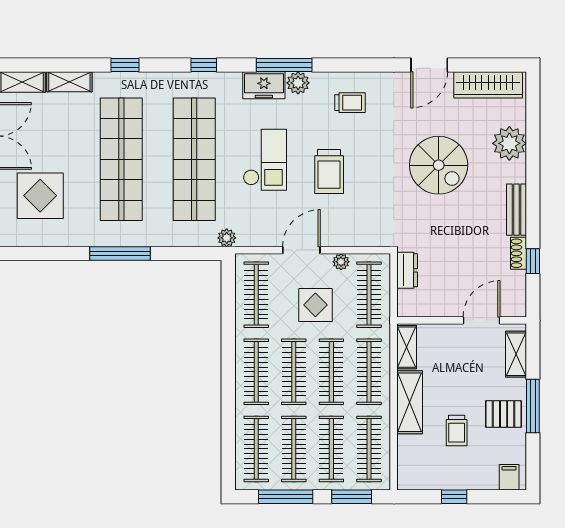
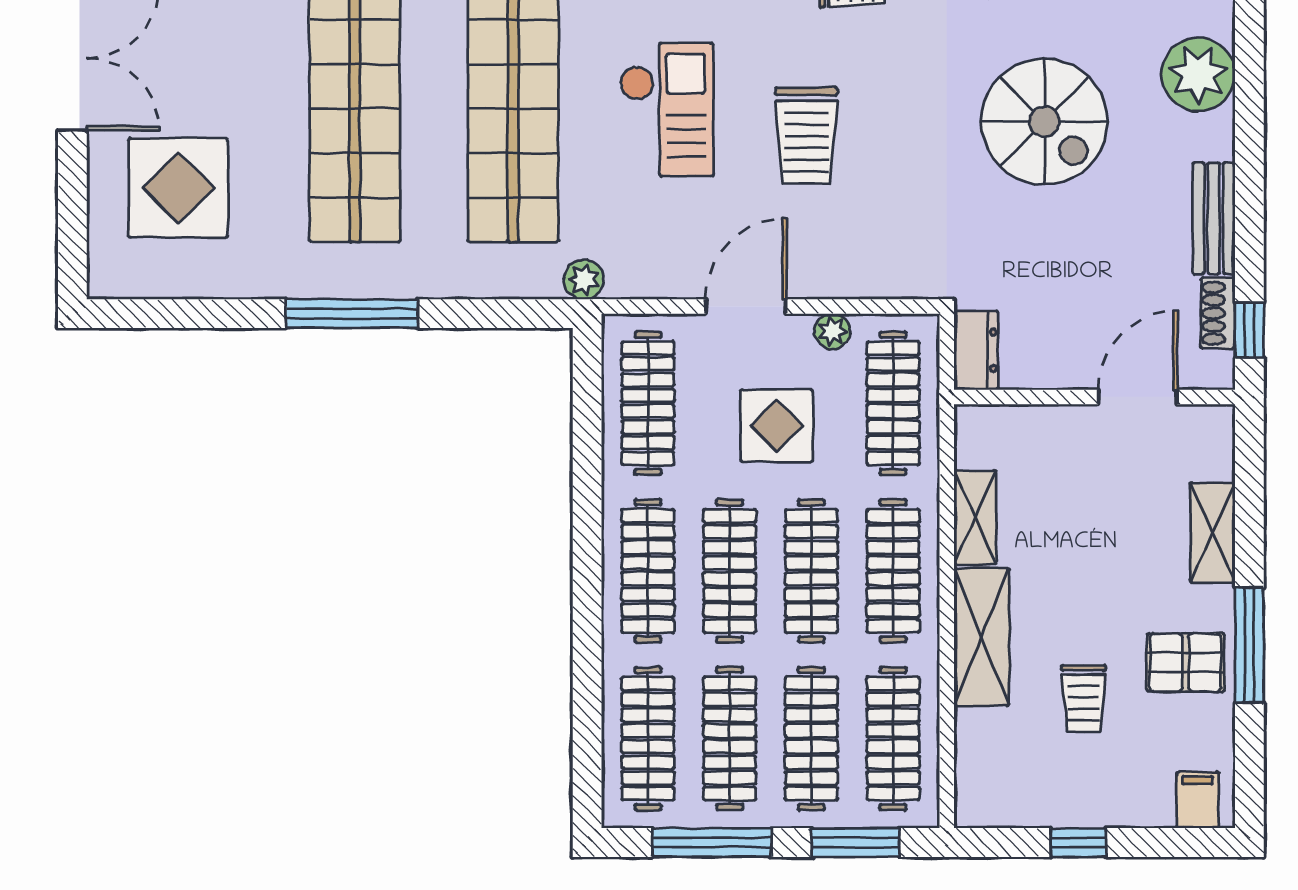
wall: (462, 320) -> (1095, 397), moved
door: (482, 320) -> (1138, 397), moved

